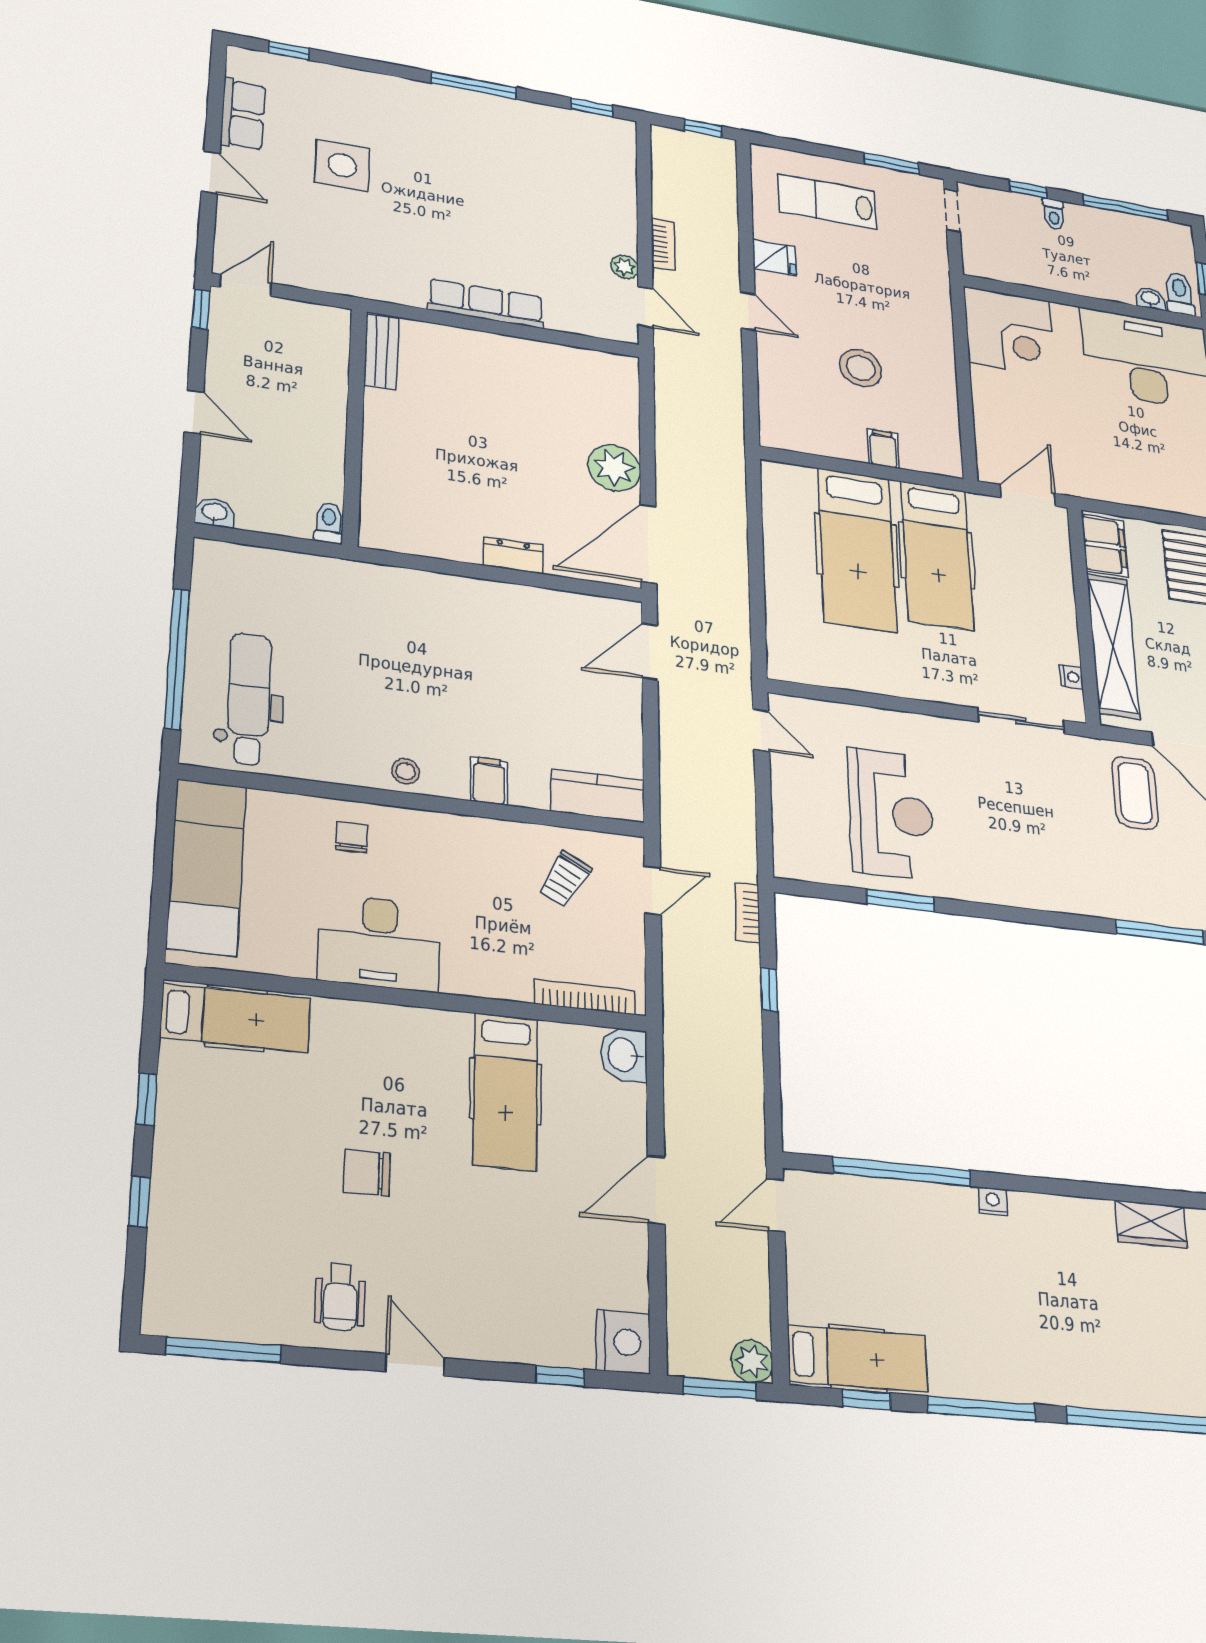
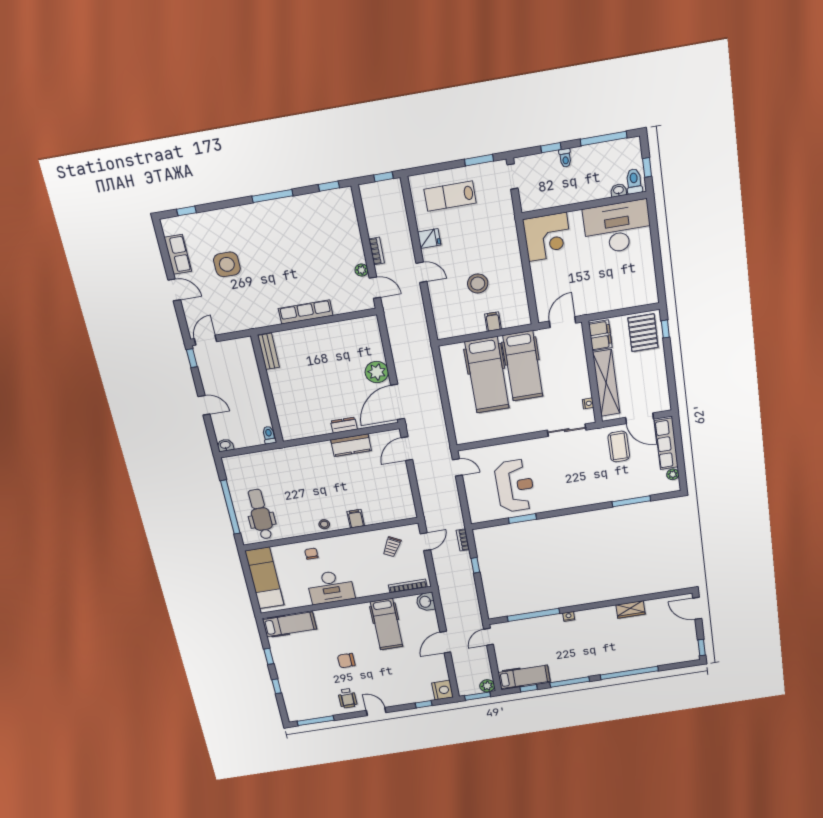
kitchen counter: (598, 796) -> (351, 445), moved, turned 180

